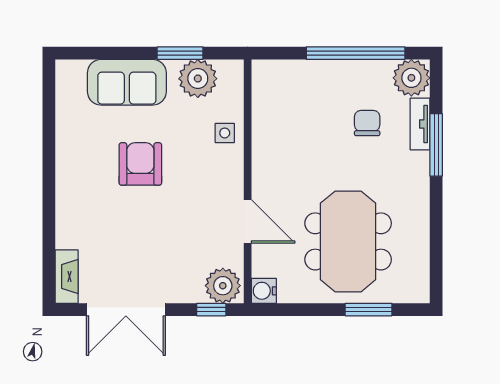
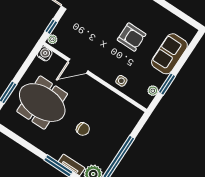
plant: (198, 79) -> (153, 91), width x0.53, depth x0.53
chair: (367, 123) -> (83, 129), moved
plant: (223, 286) -> (52, 39), width x0.53, depth x0.53

